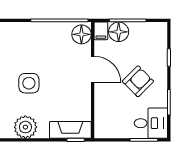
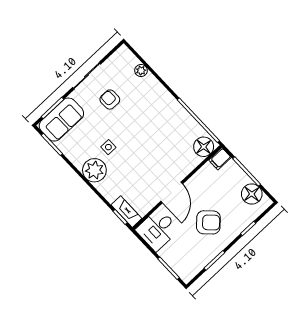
floor lamp: (119, 32) -> (252, 194), moved
door: (93, 69) -> (172, 193), moved
side table: (29, 83) -> (108, 147), moved, width x0.54, depth x0.54
desk: (151, 123) -> (158, 230), moved, turned 90
fireplace: (70, 130) -> (126, 212), width x0.73, depth x0.76

